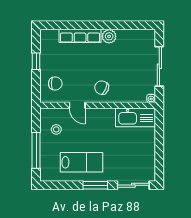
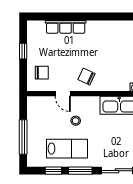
plant: (109, 36) -> (94, 27), removed
stool: (56, 129) -> (76, 121), moved
window: (67, 185) -> (53, 171), added

